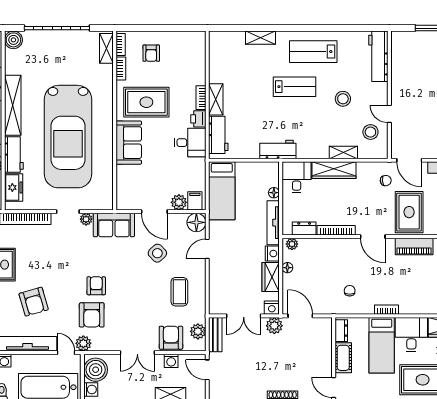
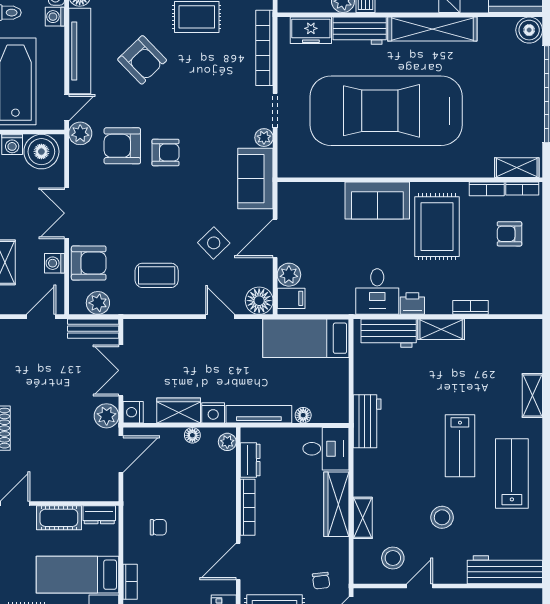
bookcase: (201, 98) -> (470, 307), moved
armchair: (34, 302) -> (142, 60), turned -118

